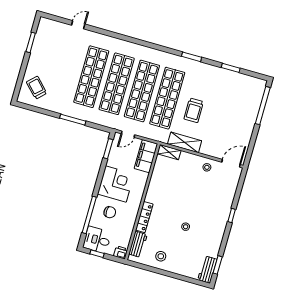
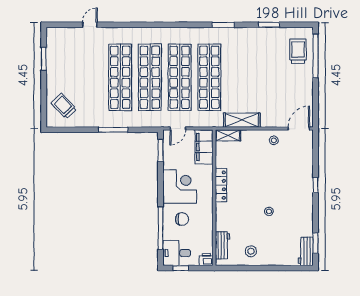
trolley: (194, 110) -> (298, 51), moved, turned 180
locker: (144, 217) -> (221, 185), moved

